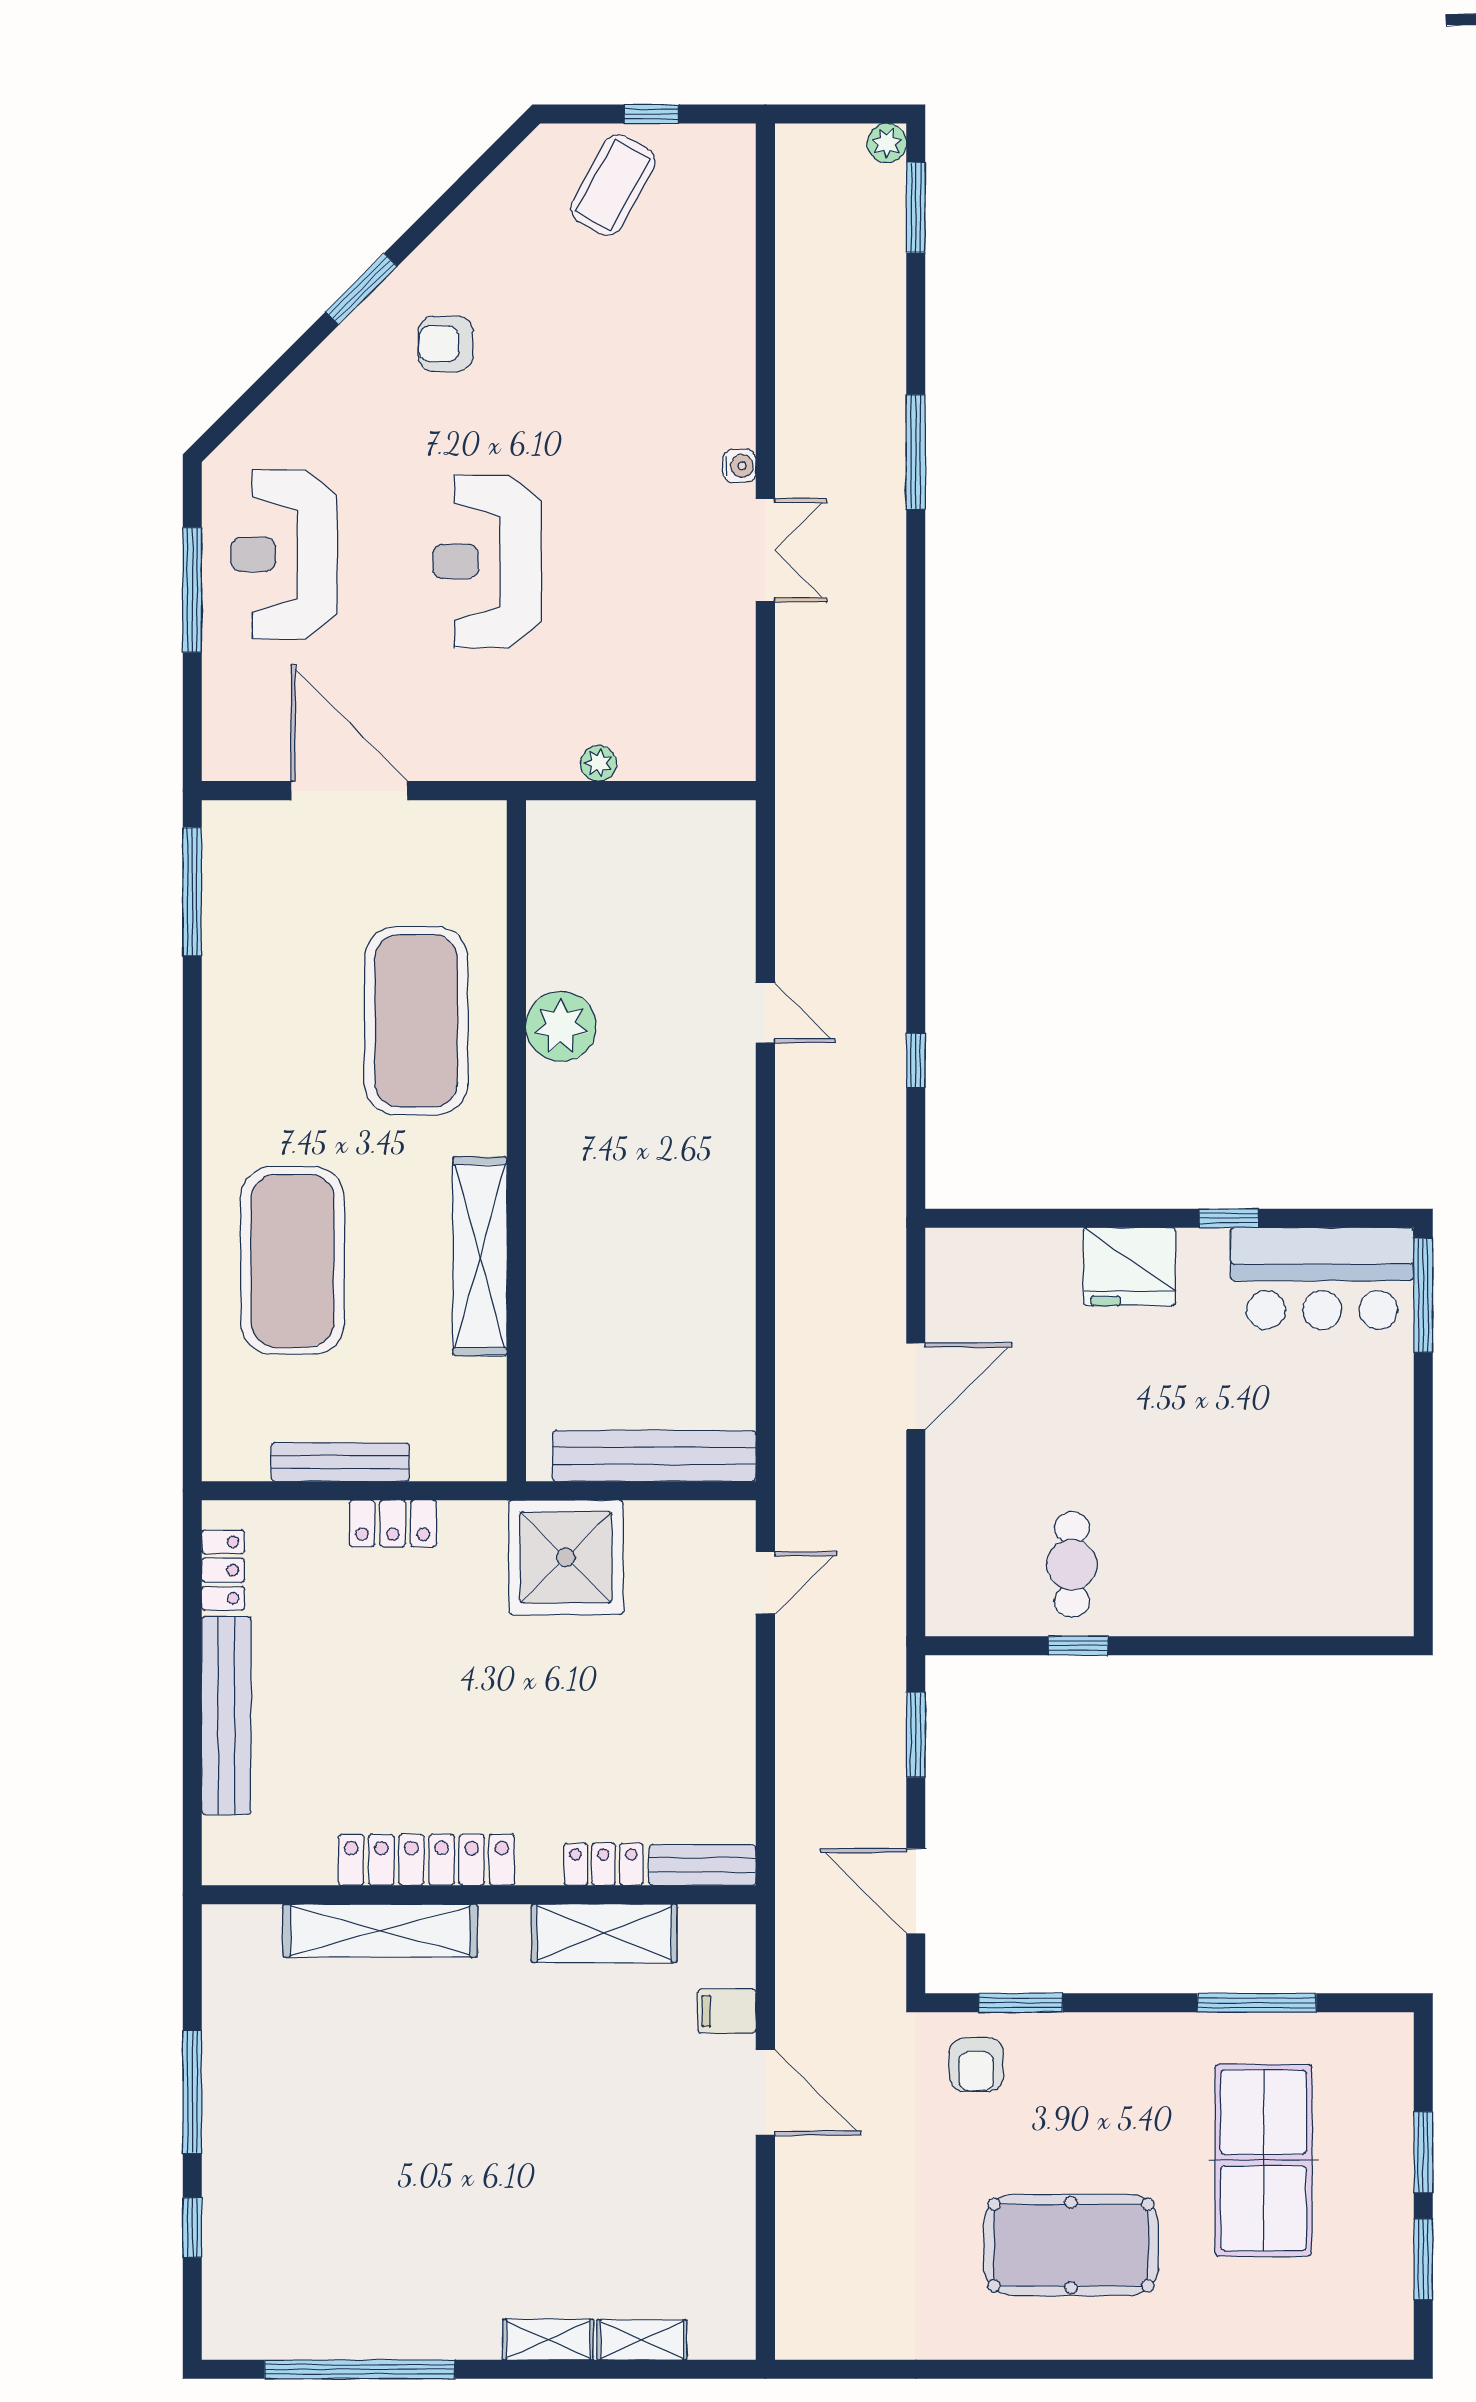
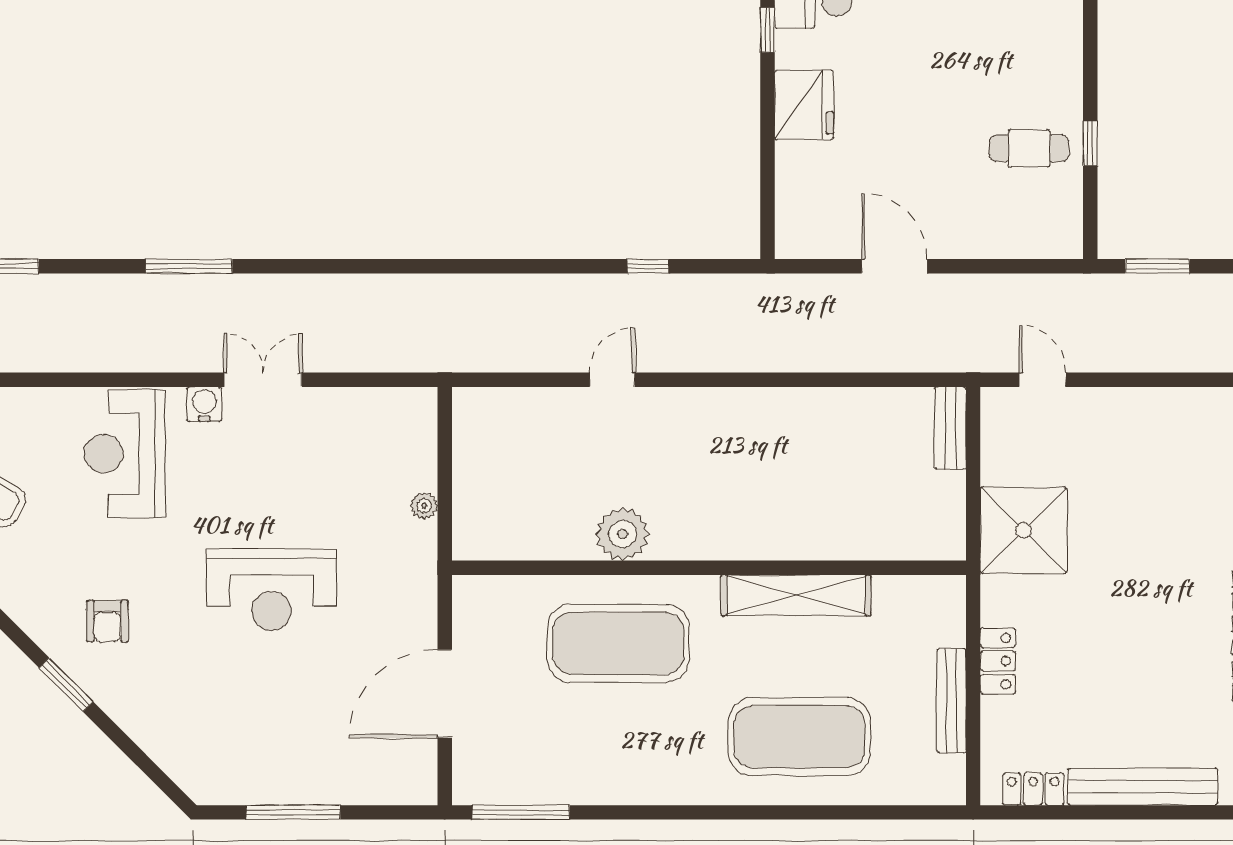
water cooler: (739, 466) -> (204, 404), width x1.38, depth x1.38
reception desk: (284, 554) -> (125, 454), moved, turned 90
bench: (654, 1456) -> (950, 428), width x0.54, depth x0.82

